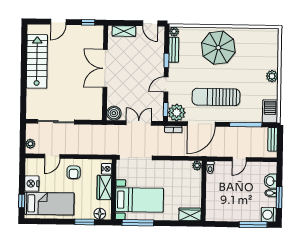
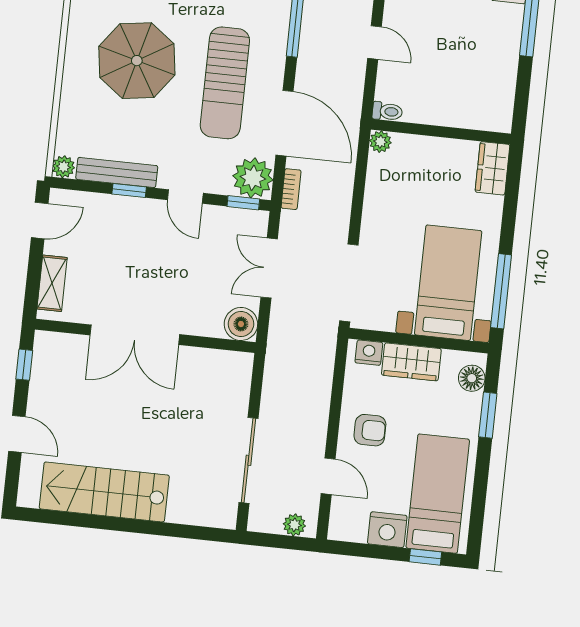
parasol: (218, 48) -> (137, 61), moved
bench: (174, 50) -> (117, 172), width x1.36

